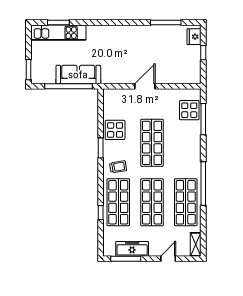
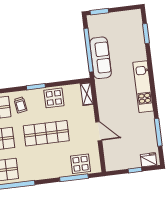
kitchen unit: (58, 33) -> (143, 87), moved
door: (145, 86) -> (99, 131), moved
shelving: (115, 94) -> (87, 94), added

